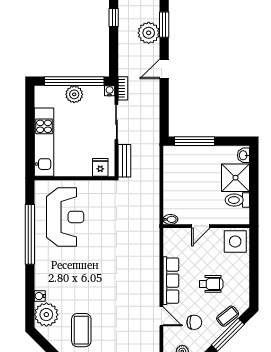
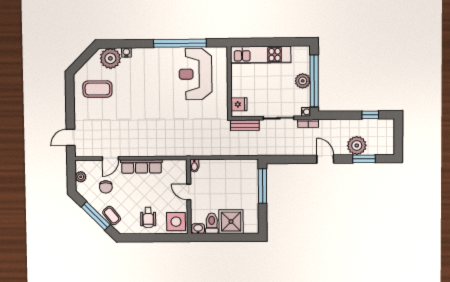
washbasin: (243, 155) -> (198, 229), moved
reception desk: (65, 217) -> (195, 74), turned 90
wheelchair: (211, 284) -> (148, 217), moved

